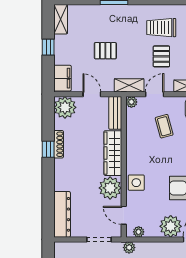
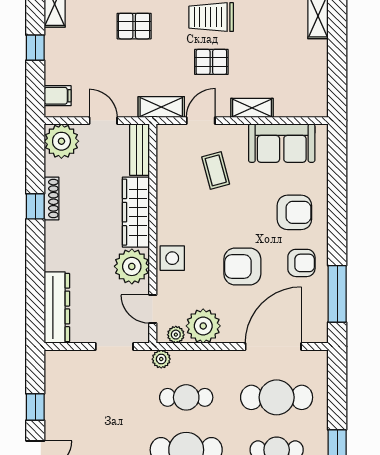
pallet: (105, 51) -> (134, 26), moved
pallet: (161, 56) -> (211, 62), turned 90
filing cabinet: (63, 78) -> (58, 96), width x0.50
plant: (131, 102) -> (165, 133), removed
plant: (171, 226) -> (203, 326), moved

